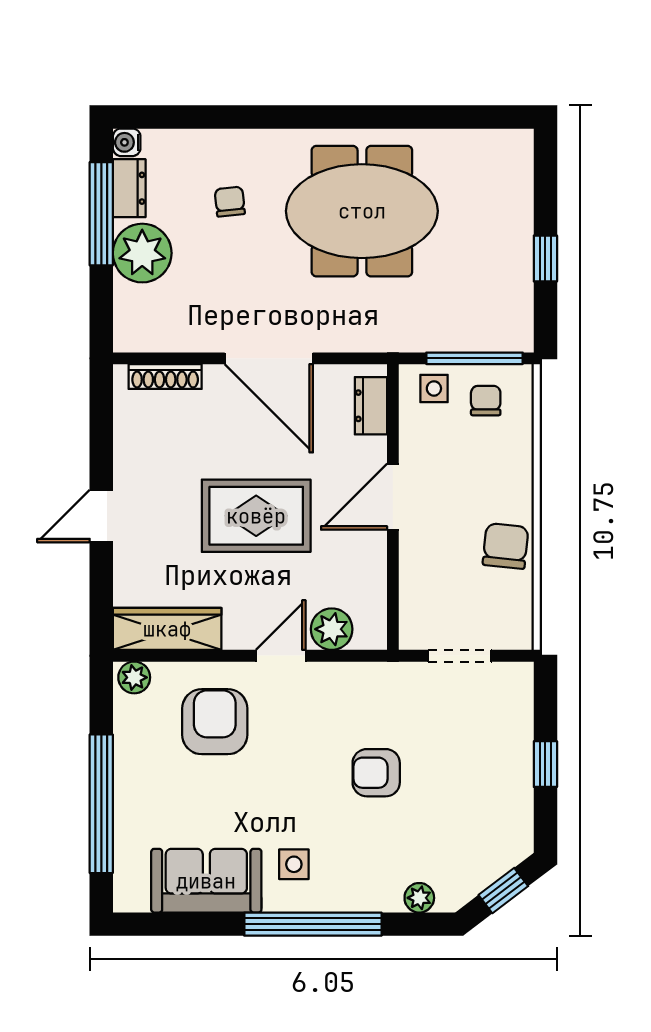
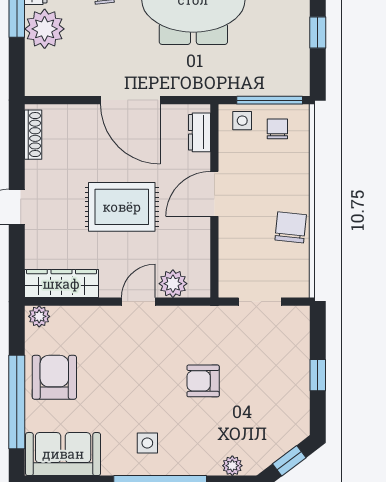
shoe rack: (165, 377) -> (33, 135), moved, turned -90
armchair: (215, 722) -> (54, 377), moved
sofa: (206, 881) -> (63, 454), moved

